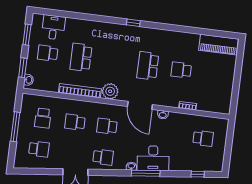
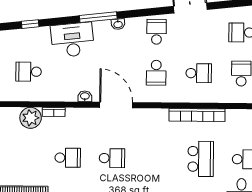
school desk: (148, 66) -> (112, 158), width x0.54
plant: (110, 91) -> (31, 118), moved
school desk: (107, 126) -> (156, 73), turned 90
school desk: (103, 157) -> (157, 32), turned 90
desk: (153, 158) -> (72, 40), moved

